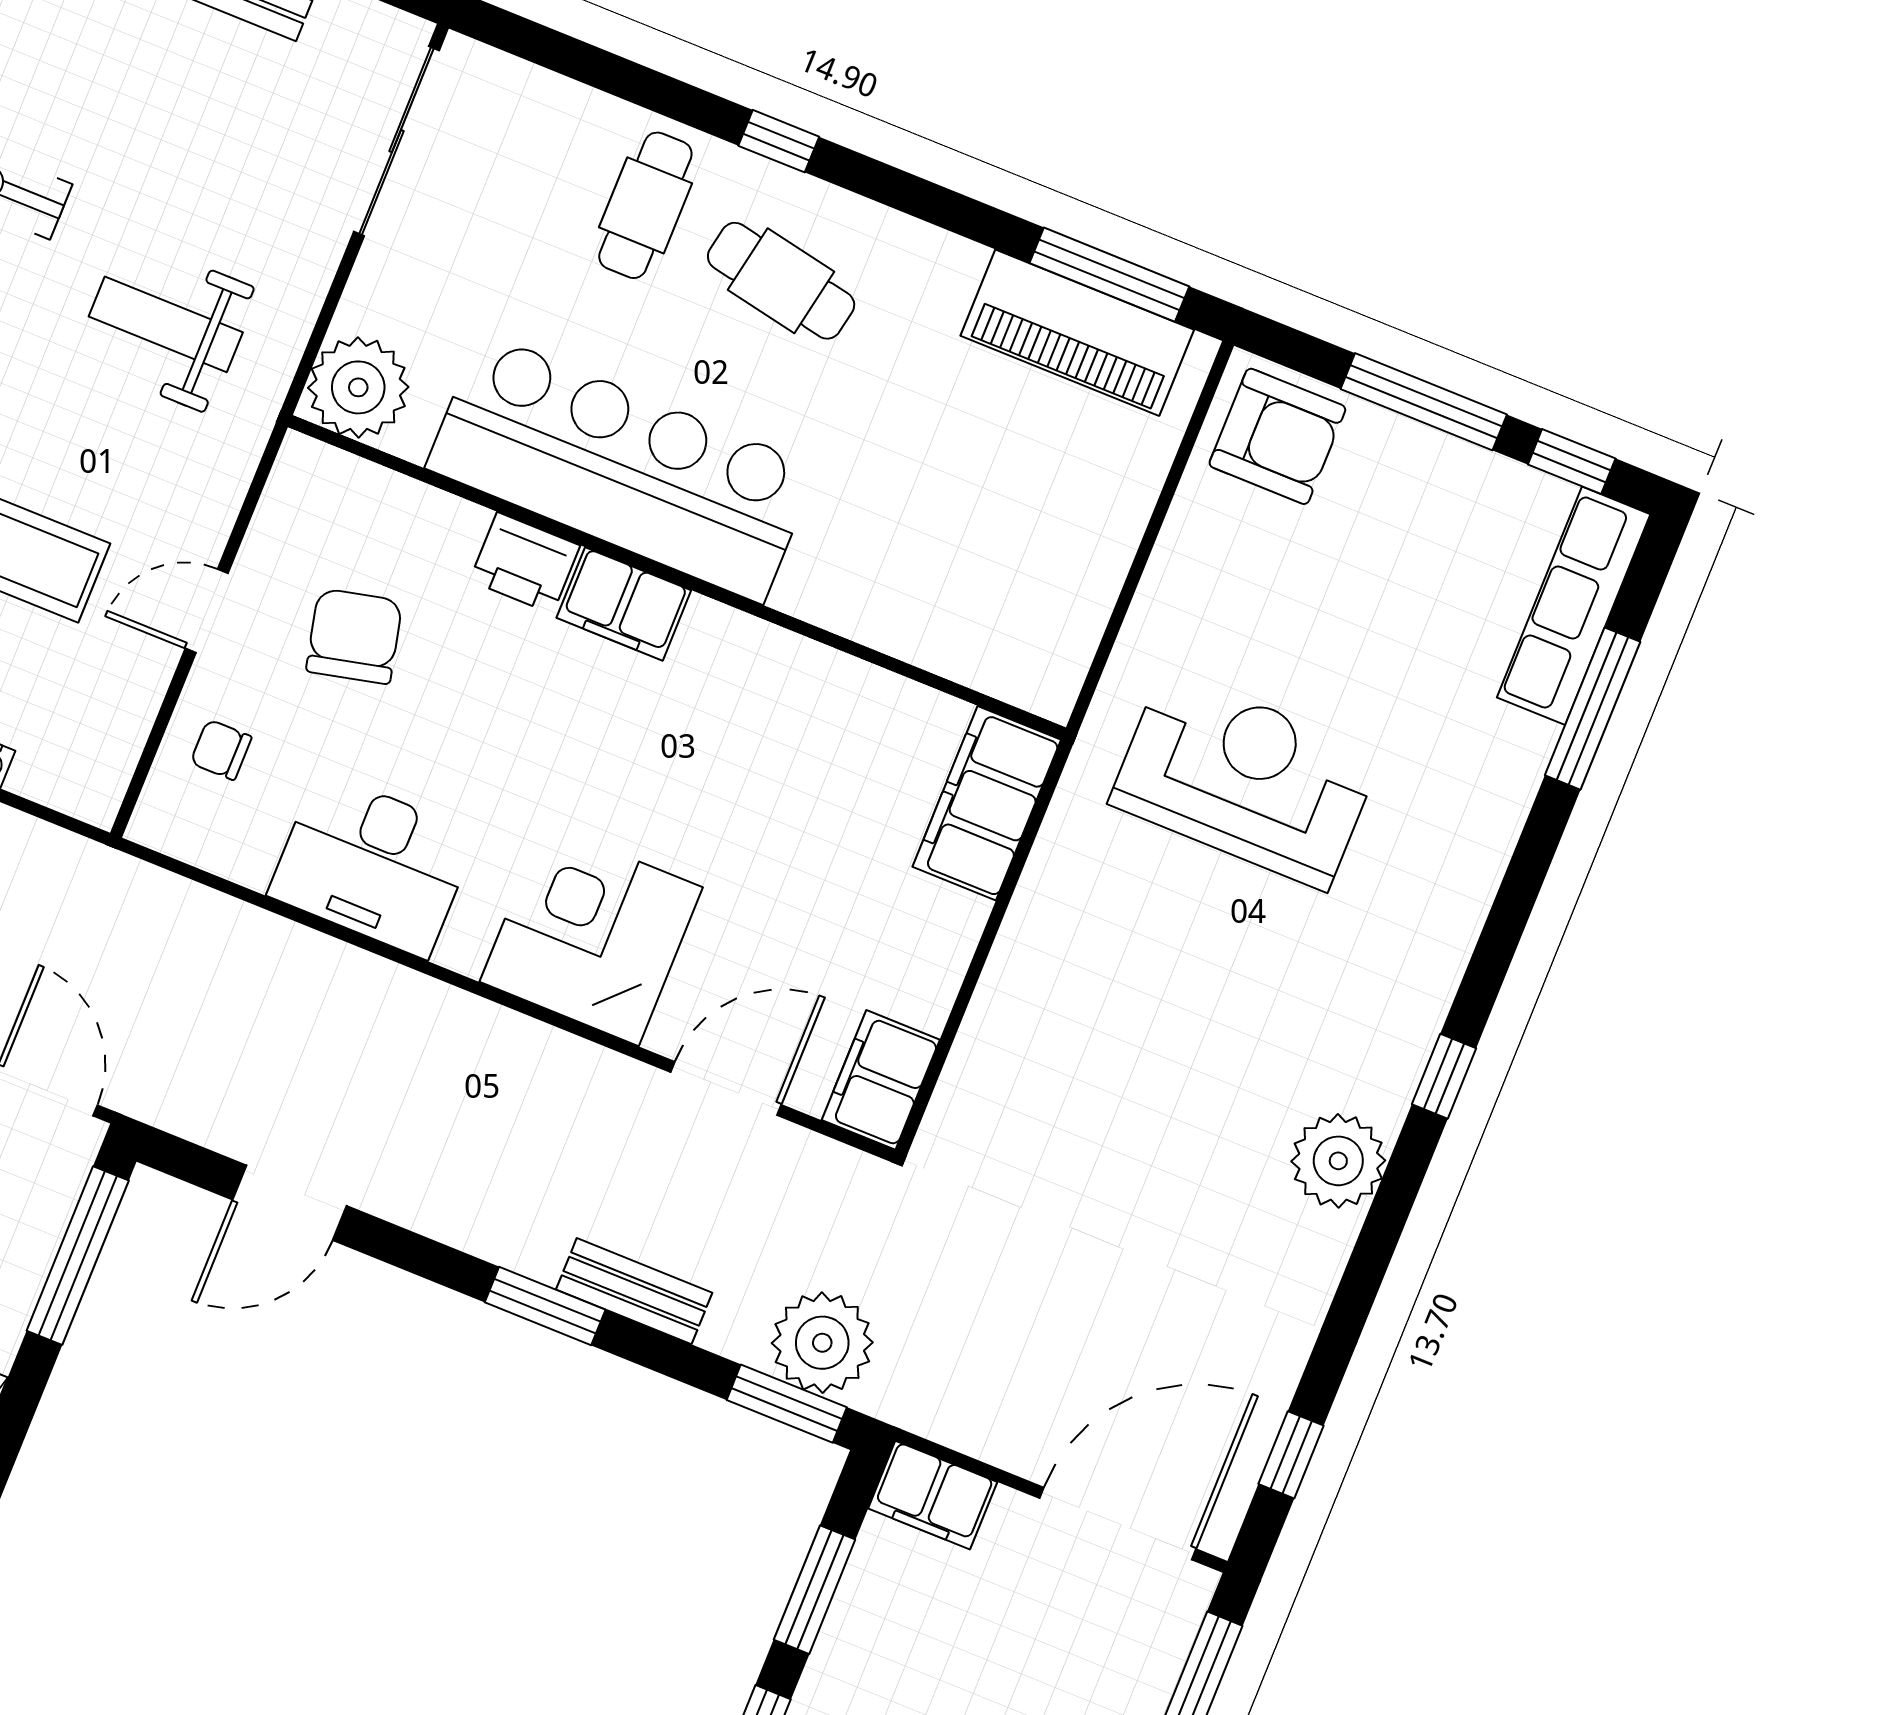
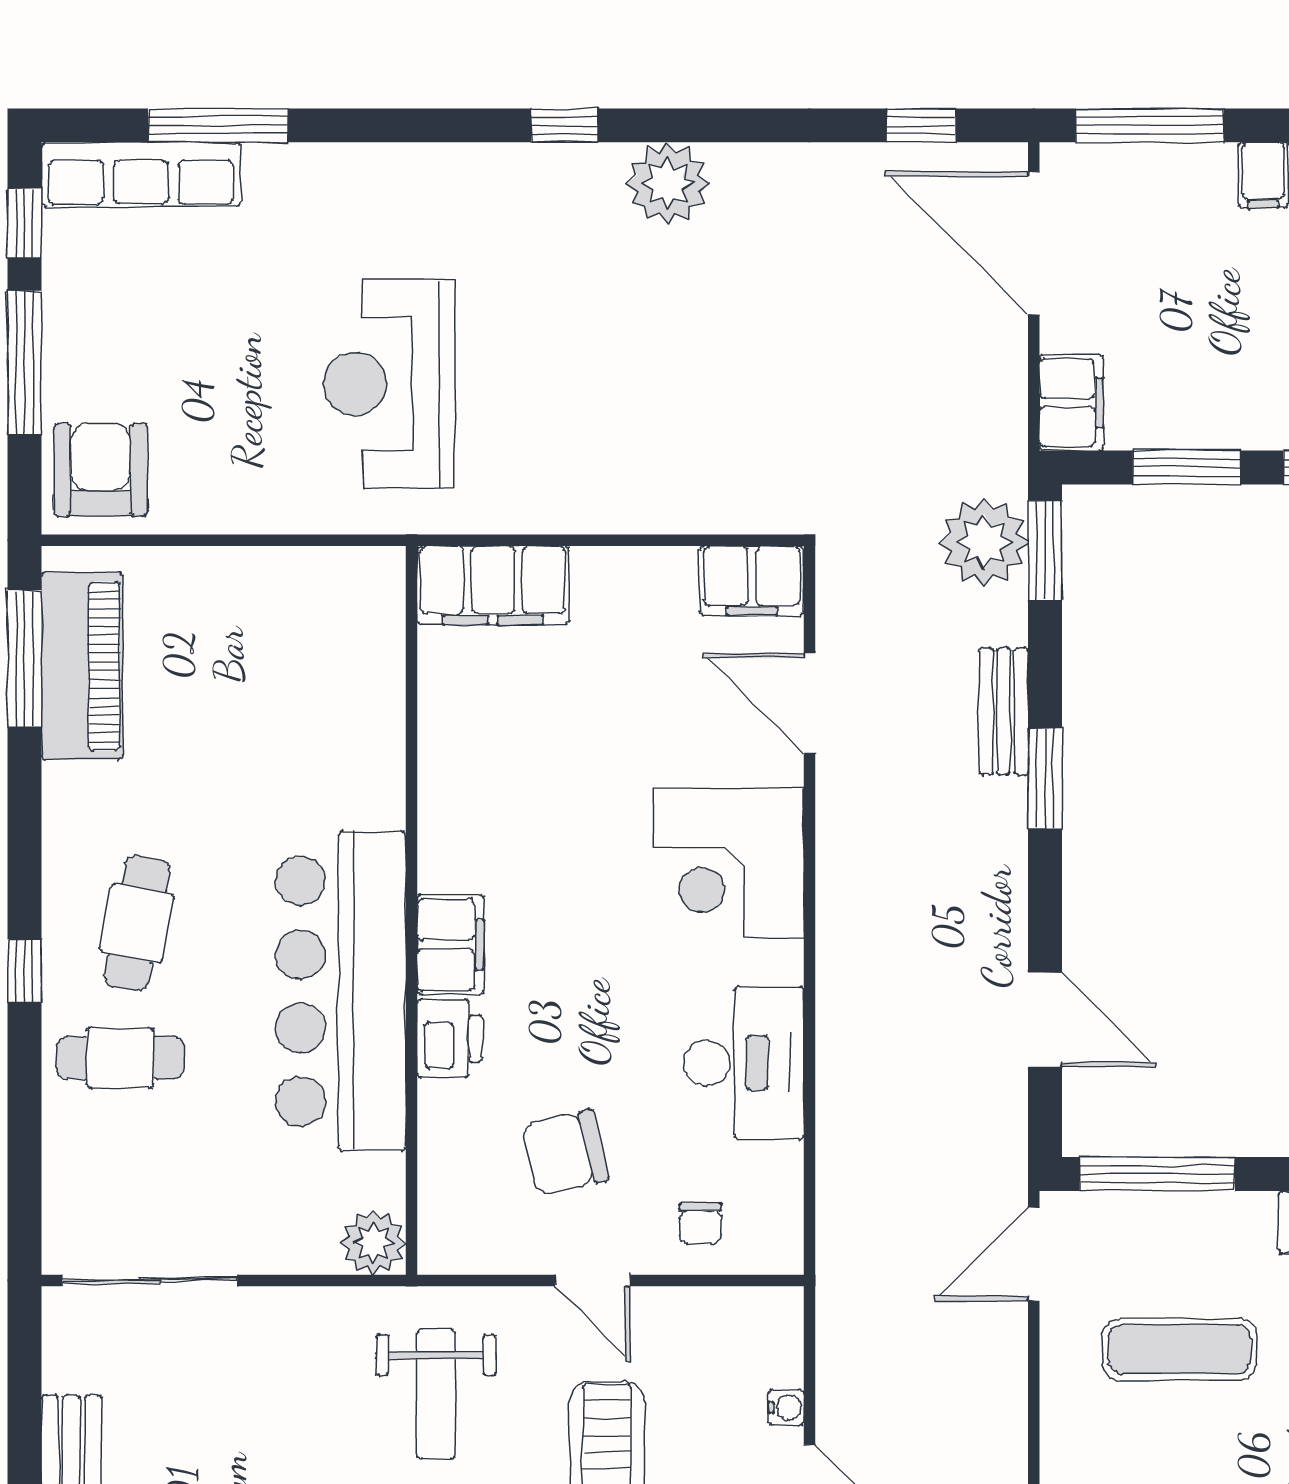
weight bench: (166, 324) -> (436, 1394), moved
plant: (358, 387) -> (374, 1243), width x0.73, depth x0.73

